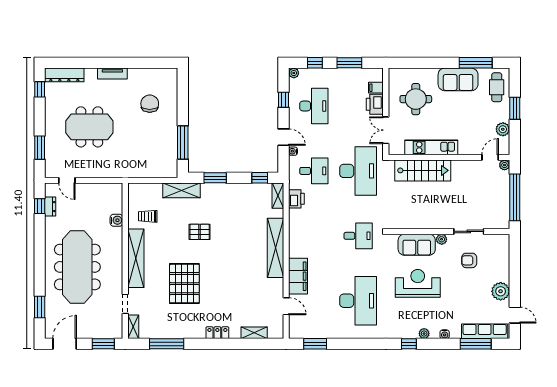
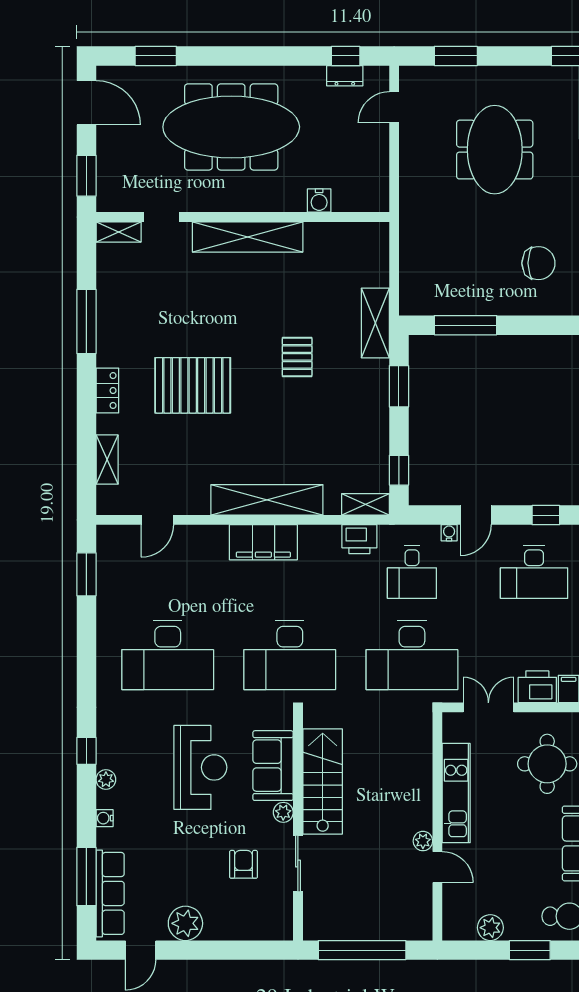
door: (490, 157) -> (437, 867), moved
plant: (505, 165) -> (423, 841), moved
stairs: (423, 170) -> (323, 782), moved, turned 180
trolley: (148, 216) -> (326, 260), removed
desk: (358, 236) -> (290, 655), width x1.87, depth x1.30
filing cabinet: (298, 276) -> (263, 542), moved
pallet: (184, 284) -> (193, 385), moved
window: (167, 344) -> (86, 321), moved

